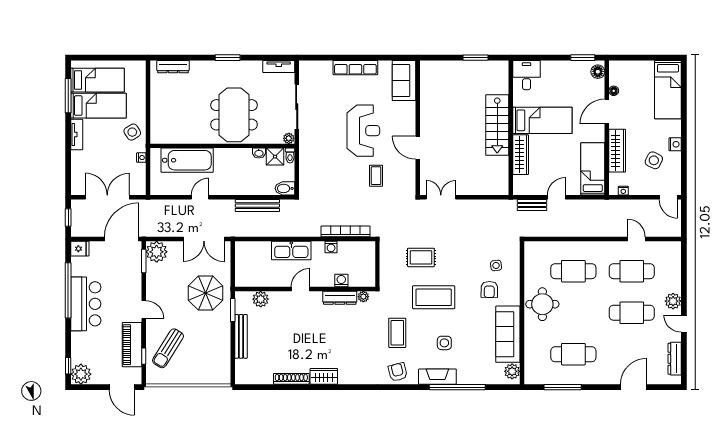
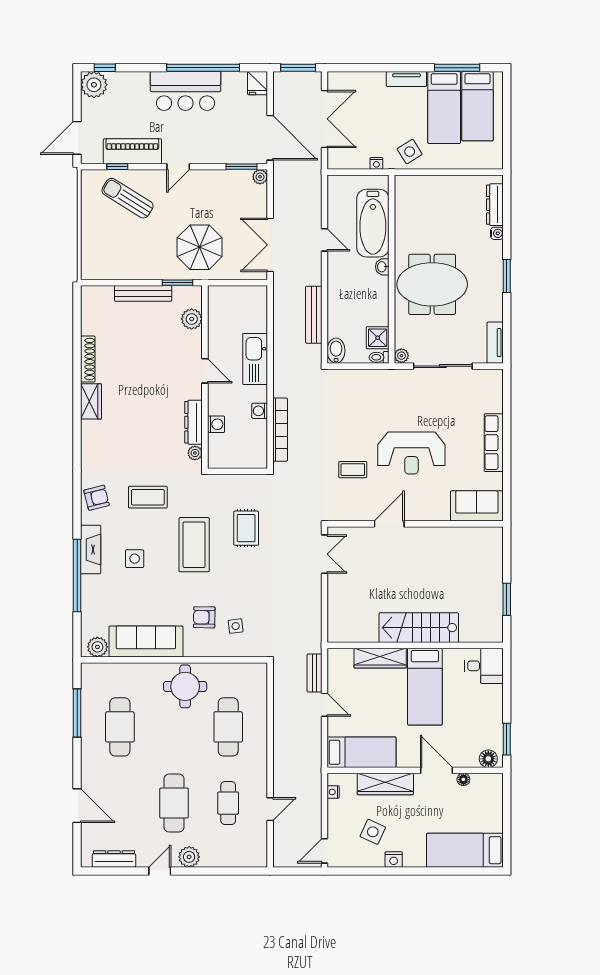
water cooler: (195, 65) -> (497, 233), added
washbasin: (259, 153) -> (382, 267), moved
window: (68, 218) -> (298, 68), width x1.50
plant: (157, 252) -> (260, 177), width x0.53, depth x0.53
cafe table: (632, 271) -> (228, 803), width x0.73, depth x0.74

